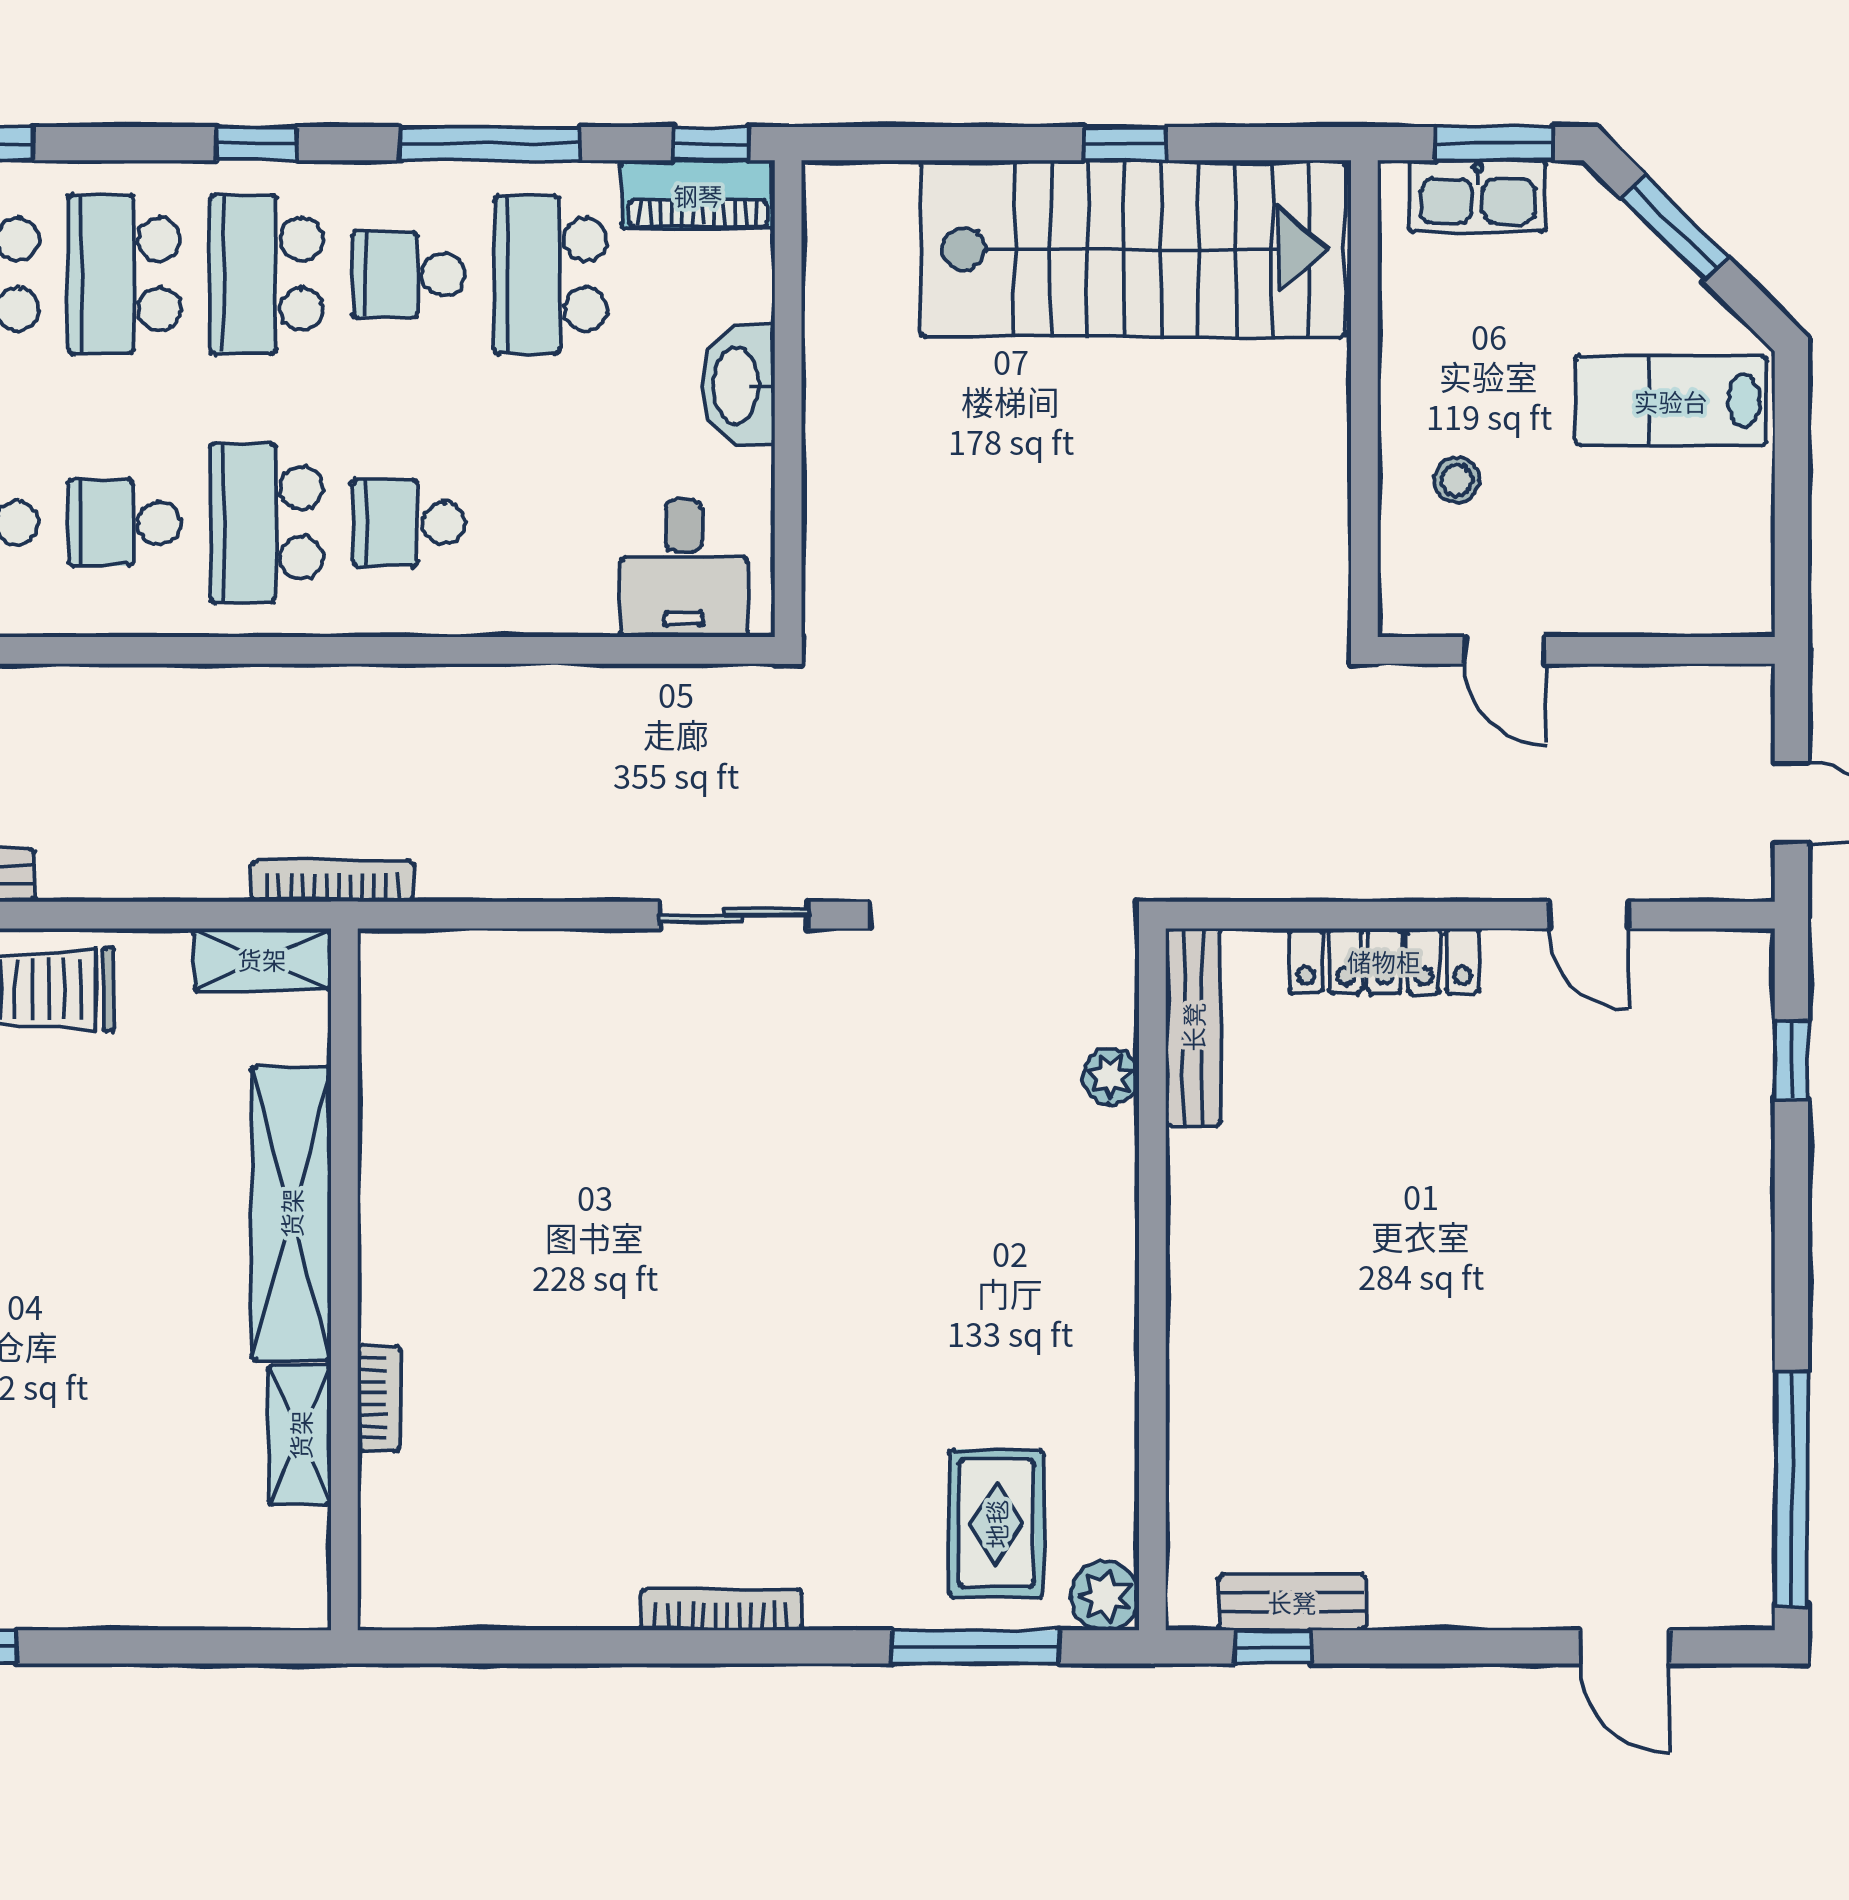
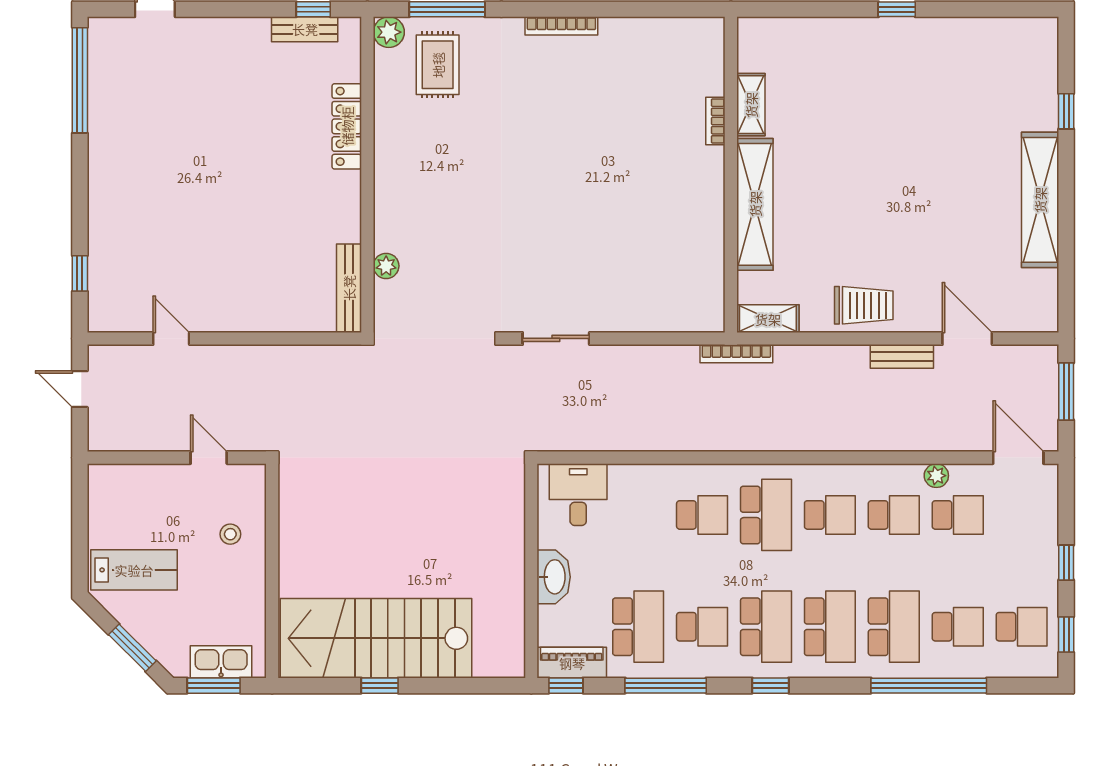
locker: (1384, 961) -> (347, 126), moved, turned -90

